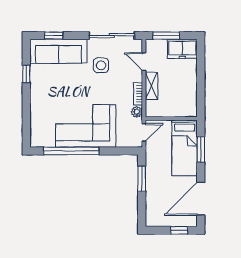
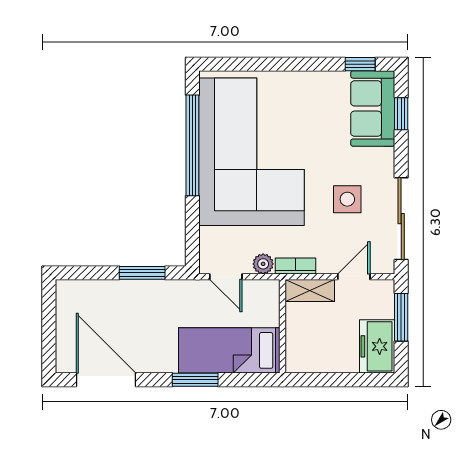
sofa: (58, 51) -> (373, 109), width x0.73
window: (26, 74) -> (360, 64), moved
wall: (171, 118) -> (282, 326), moved
corner sofa: (86, 126) -> (251, 152), width x1.36, depth x1.36
bed: (185, 148) -> (229, 350), moved
window: (179, 230) -> (49, 341), removed

